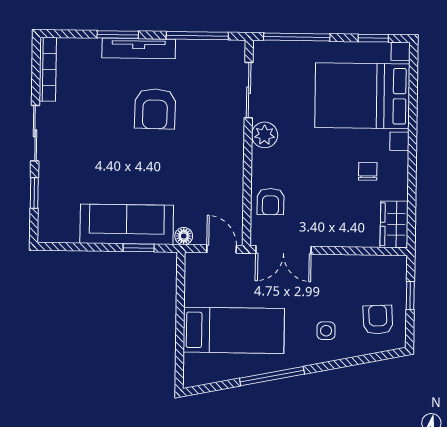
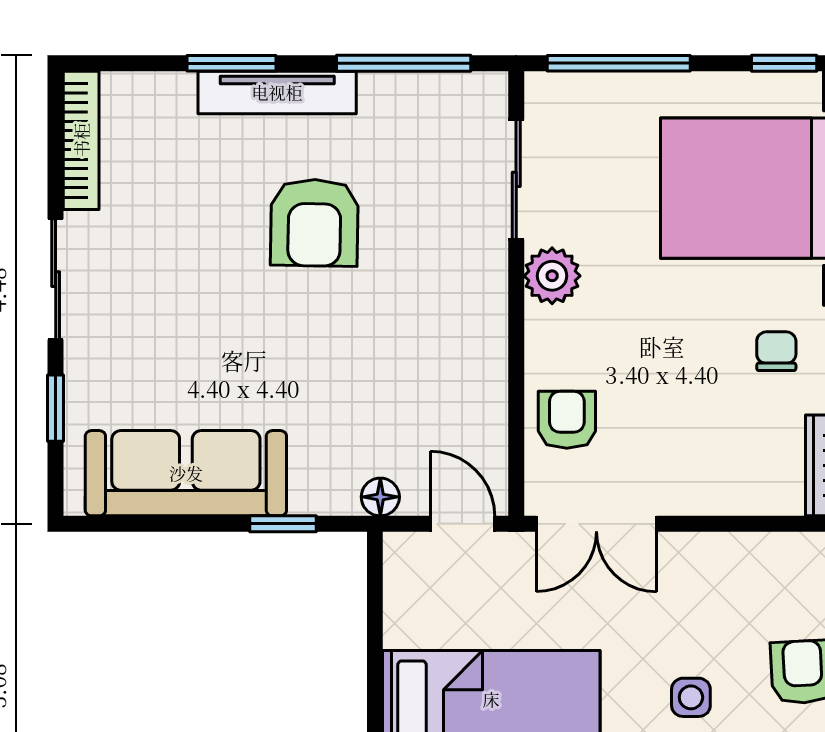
armchair: (270, 202) -> (567, 420), turned 180
sofa: (127, 224) -> (186, 473), moved

